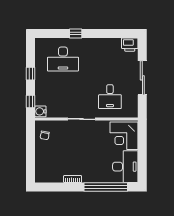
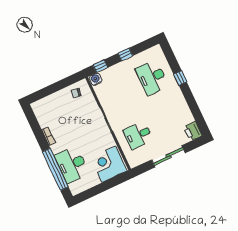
desk: (125, 167) -> (72, 165), moved, turned 90

